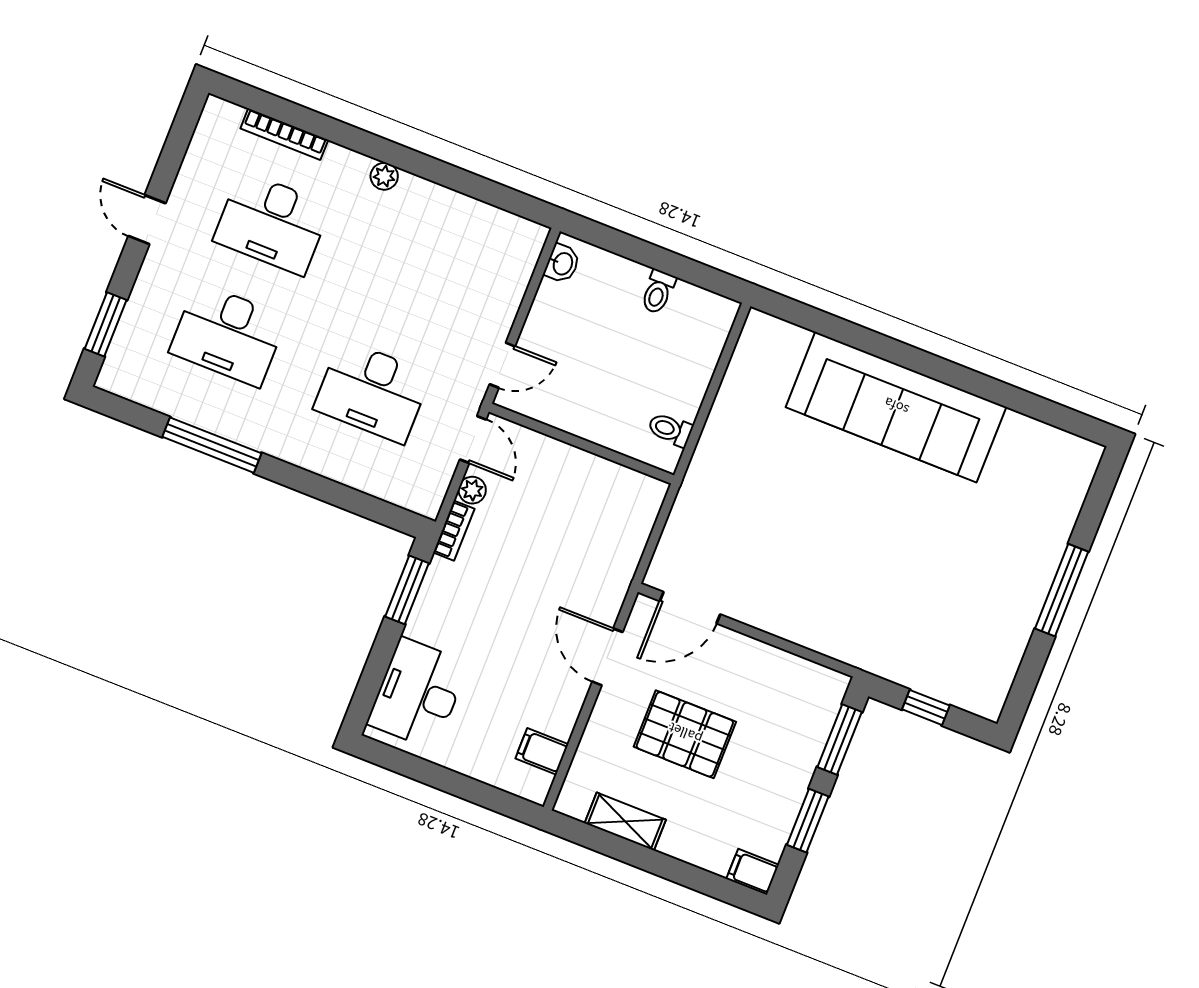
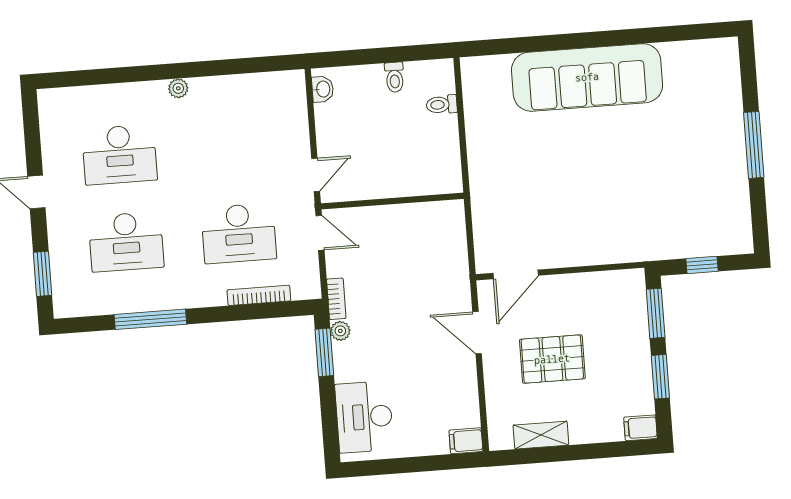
bookcase: (284, 134) -> (259, 295), moved, turned 180
toilet: (670, 430) -> (442, 105), moved
plant: (472, 490) -> (340, 331), moved
filing cabinet: (542, 751) -> (466, 441), moved

